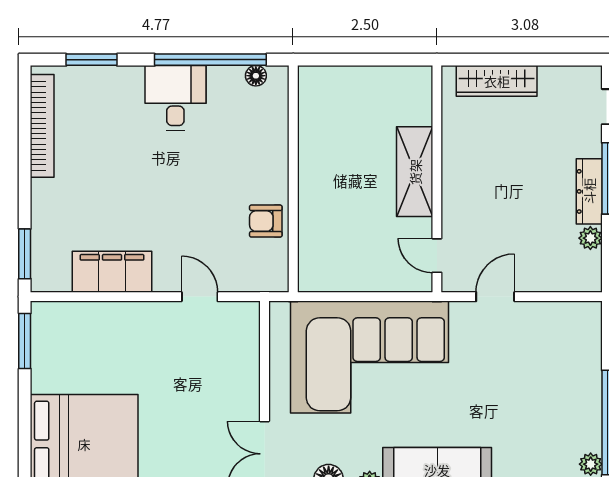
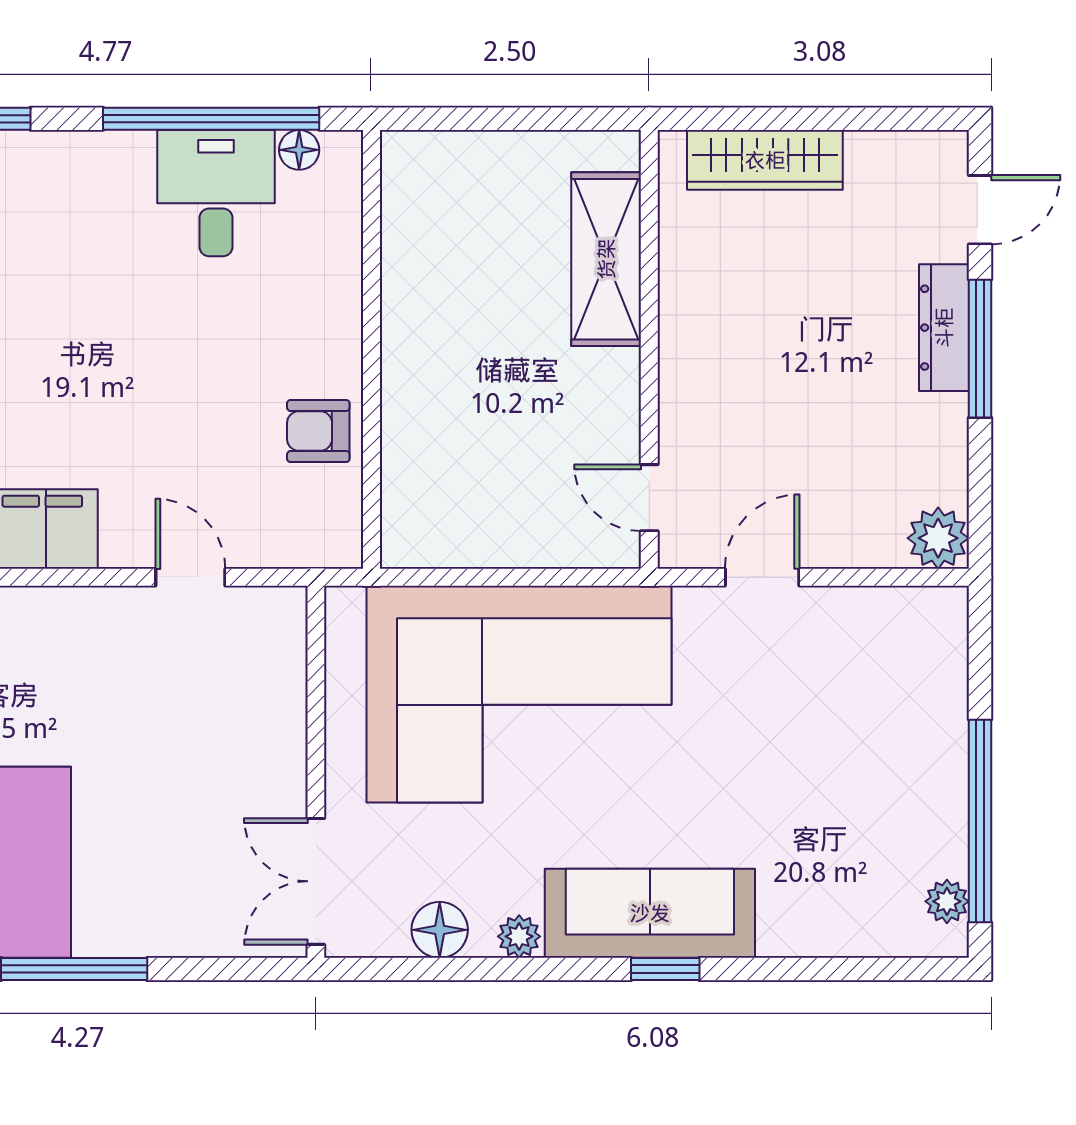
desk: (175, 98) -> (216, 193), moved
shelving: (415, 172) -> (606, 259), moved
dresser: (589, 191) -> (944, 328), moved
plant: (590, 238) -> (938, 538), moved, width x1.38, depth x1.38

